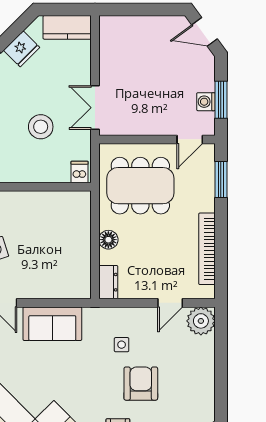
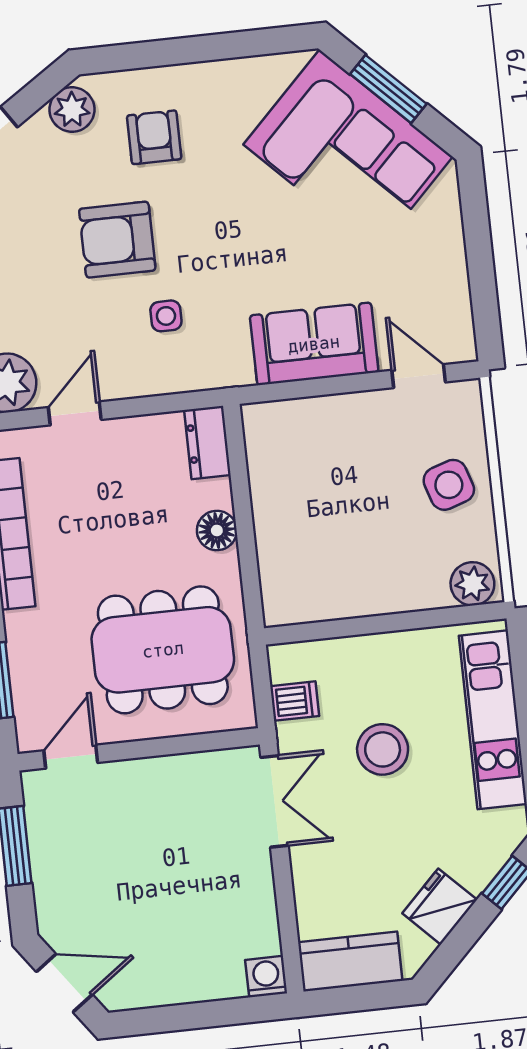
washing machine: (206, 102) -> (266, 977), moved, turned -90
dishwasher: (80, 172) -> (295, 701), moved, turned -90
armchair: (141, 384) -> (117, 240), turned 90

